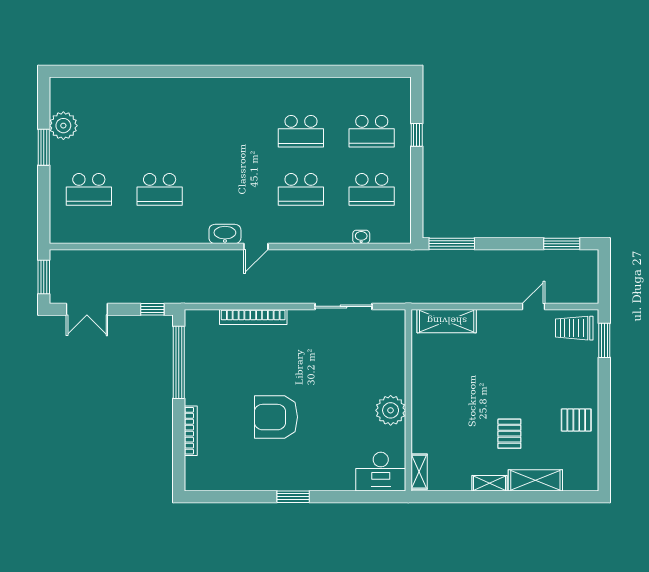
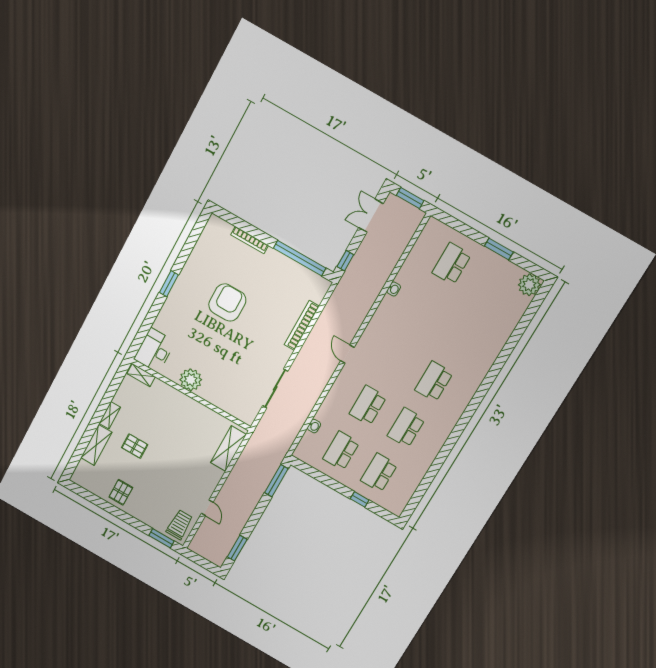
plant: (63, 126) -> (529, 285), moved
school desk: (160, 189) -> (434, 381), moved
washbasin: (225, 234) -> (394, 289), moved, width x0.52, depth x0.69

